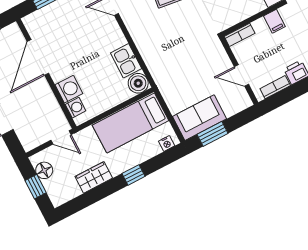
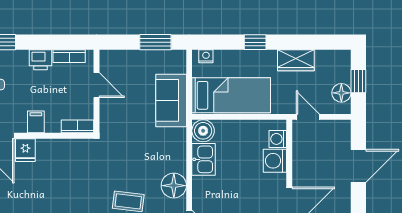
floor lamp: (139, 28) -> (174, 186), added
sofa: (200, 118) -> (171, 100), moved, turned 90

